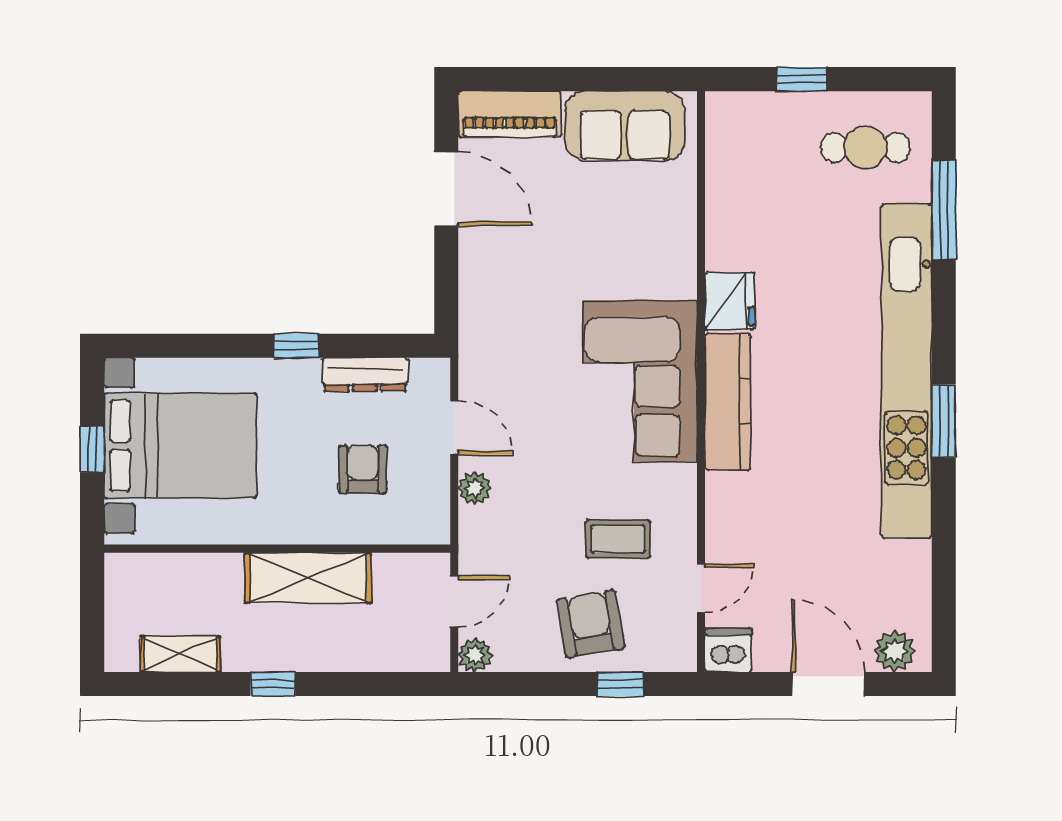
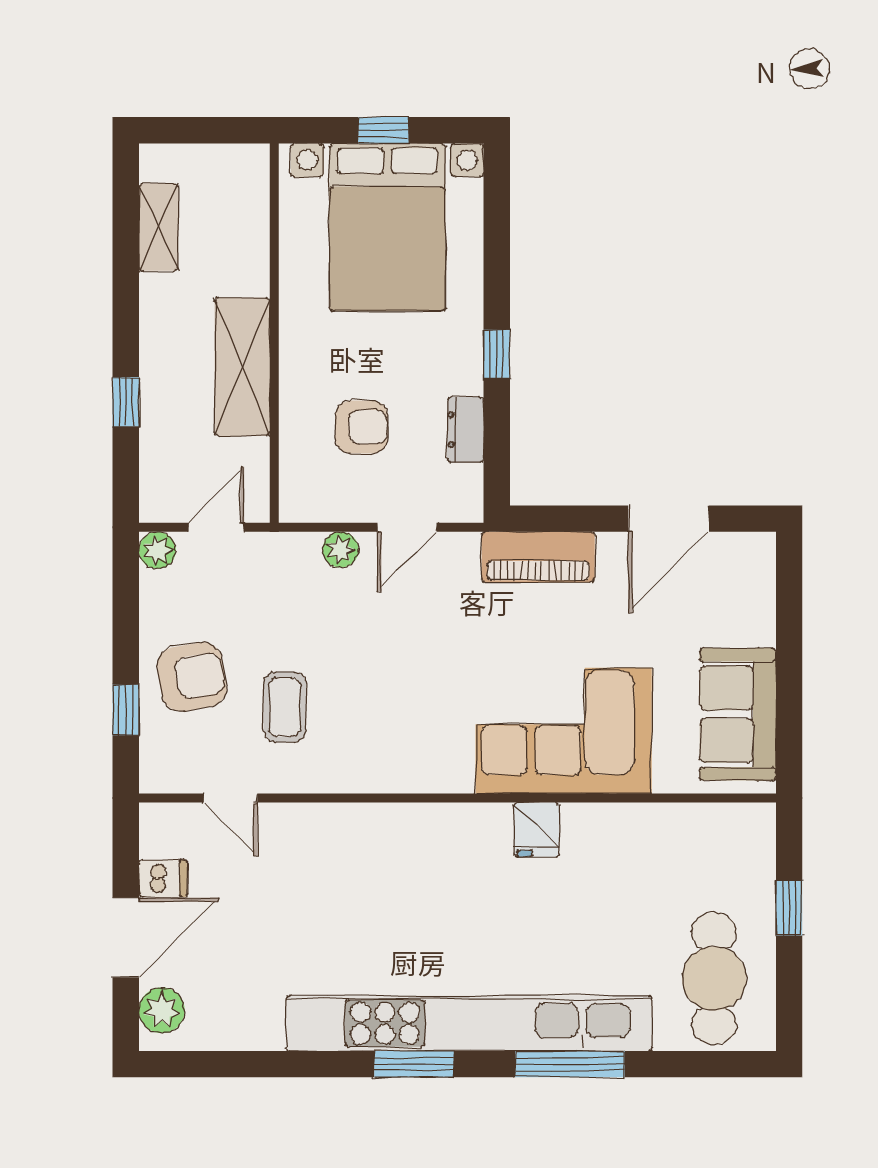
piano: (510, 114) -> (538, 557), moved, turned -90
cafe table: (866, 147) -> (714, 978), width x1.37, depth x1.35
window: (944, 210) -> (570, 1064), moved
fridge: (730, 301) -> (537, 829), width x0.72
dresser: (365, 374) -> (465, 430), width x0.70
corner sofa: (640, 381) -> (564, 731), moved
kitchen counter: (728, 402) -> (435, 827), removed
door: (454, 602) -> (216, 527), swing flipped
dishwasher: (728, 650) -> (163, 879), moved, width x0.73
window: (273, 684) -> (126, 402), moved

